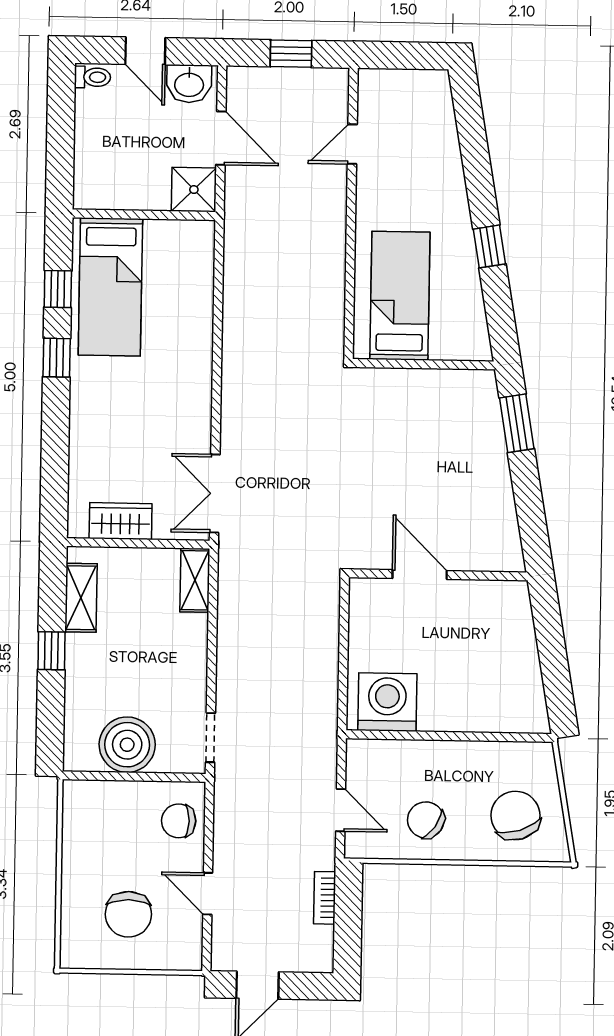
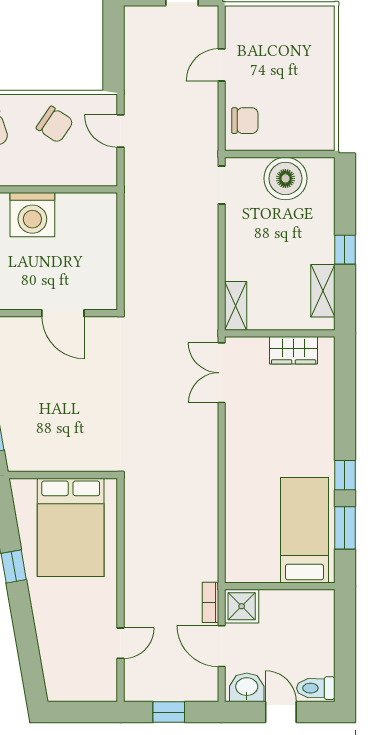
toilet: (93, 77) -> (316, 688), width x1.37, depth x1.39
window: (58, 289) -> (345, 528), width x1.50
bed: (400, 296) -> (71, 527), width x1.50
double door: (215, 493) -> (222, 373), swing flipped
washing machine: (387, 702) -> (32, 215), moved
door: (208, 894) -> (222, 65), swing flipped
bookcase: (325, 898) -> (210, 602), moved, turned 180
chair: (128, 914) -> (282, 48), removed

